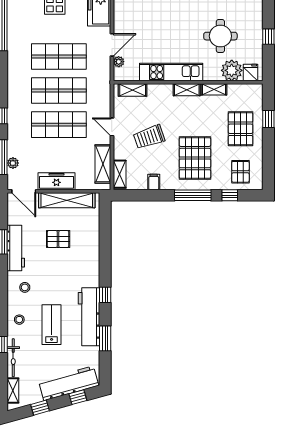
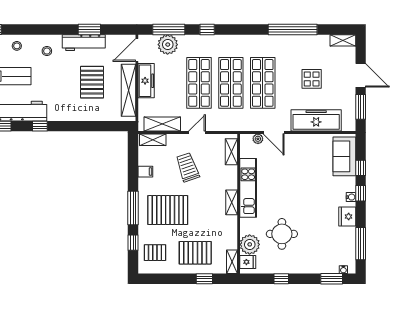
shelving: (214, 89) -> (232, 262), moved
plant: (13, 163) -> (168, 45), width x1.88, depth x1.88
pallet: (58, 239) -> (92, 82), width x1.50, depth x1.42

